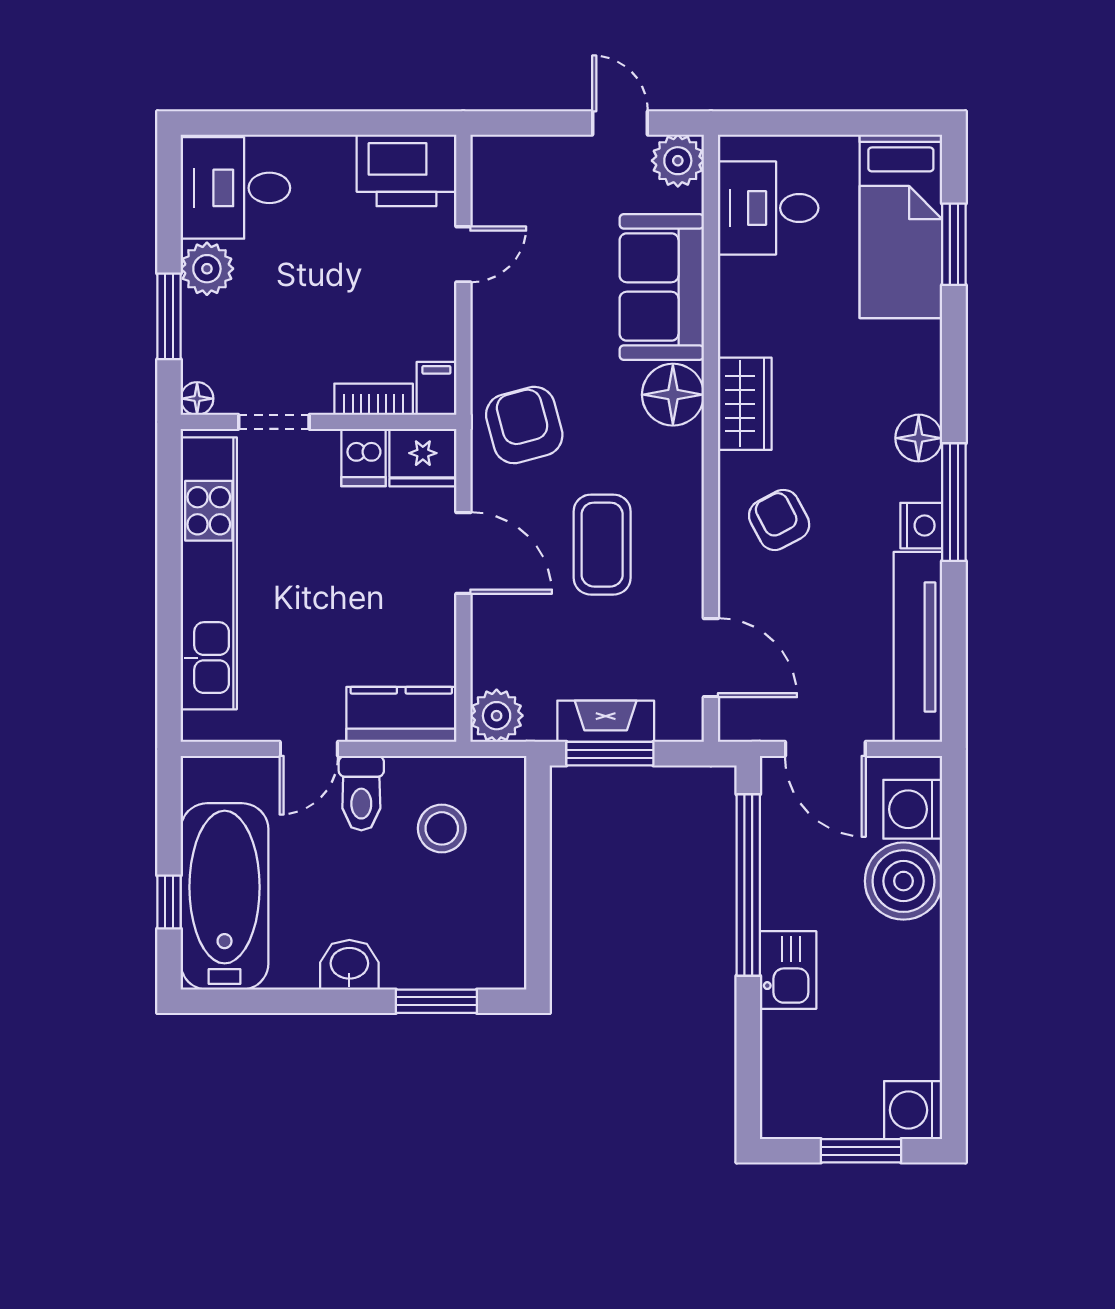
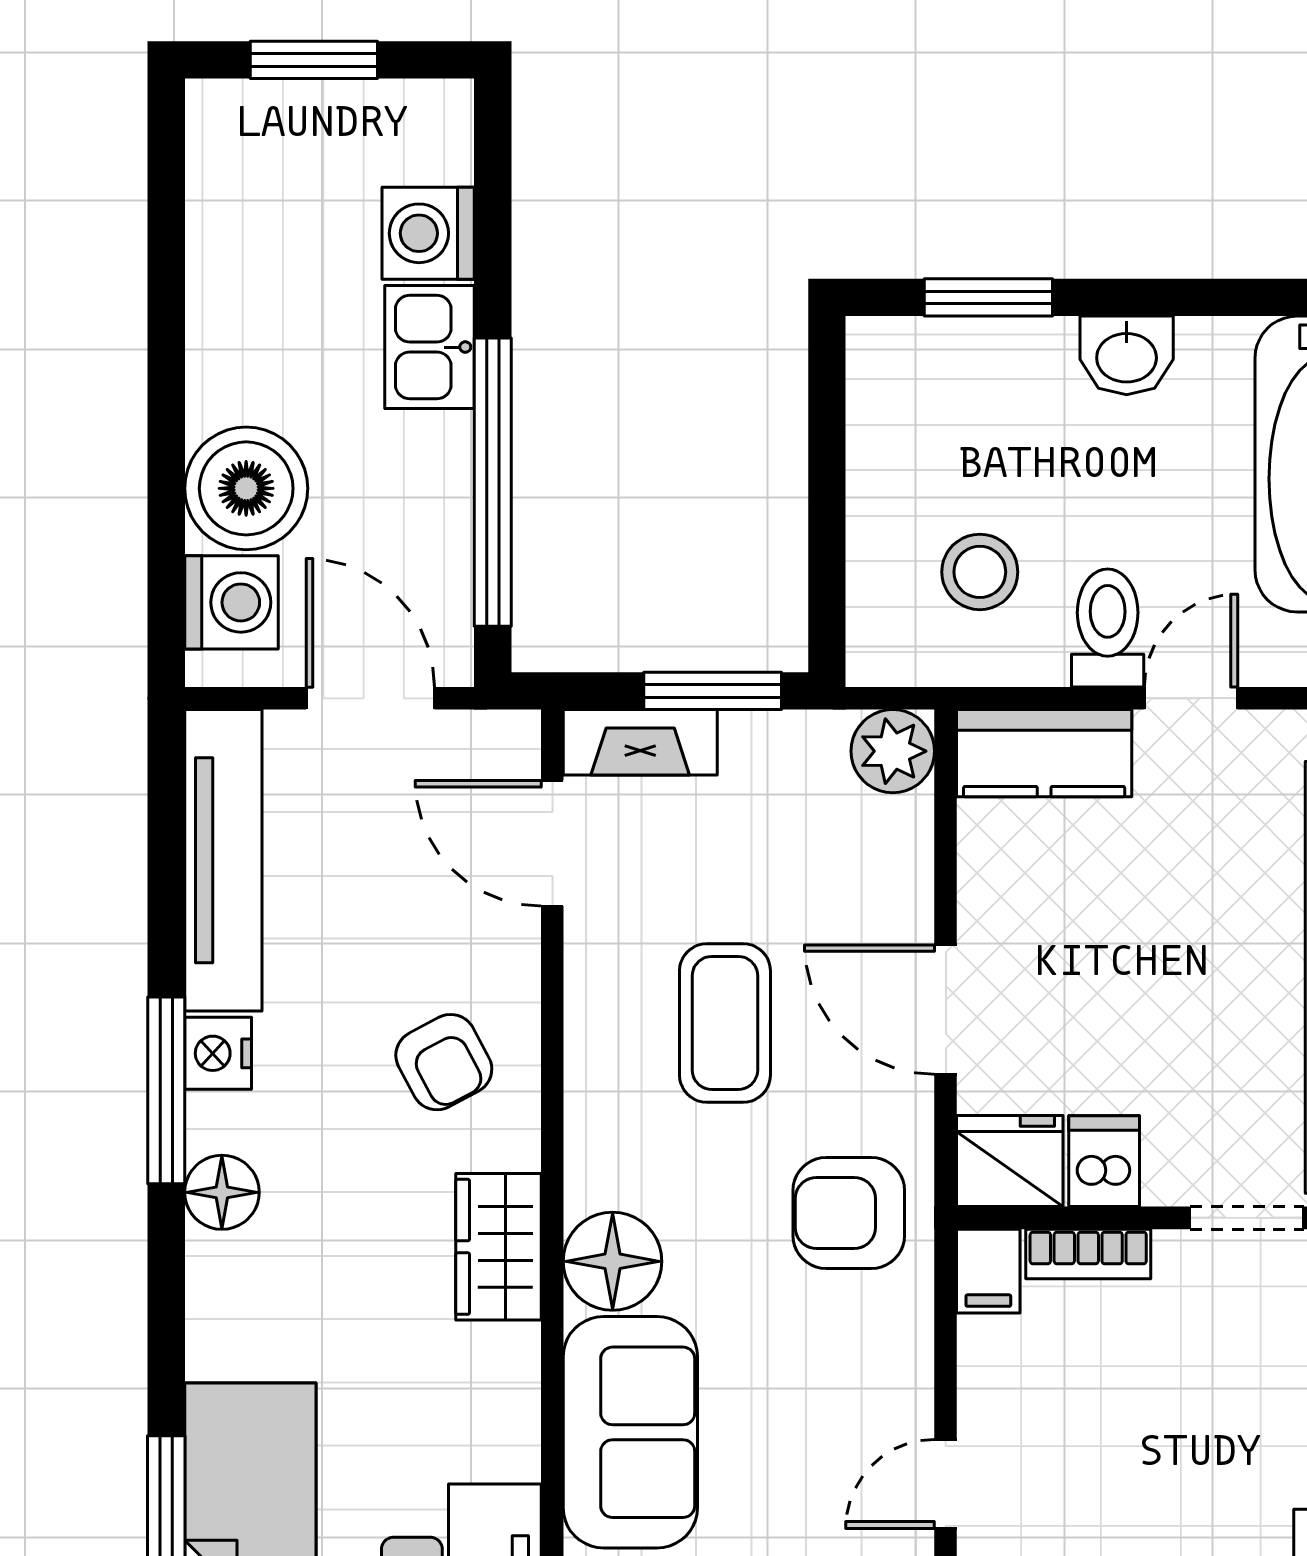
armchair: (524, 425) -> (849, 1213), turned 105
fireplace: (606, 721) -> (640, 742), moved
washing machine: (913, 1110) -> (428, 233), moved, turned 180

